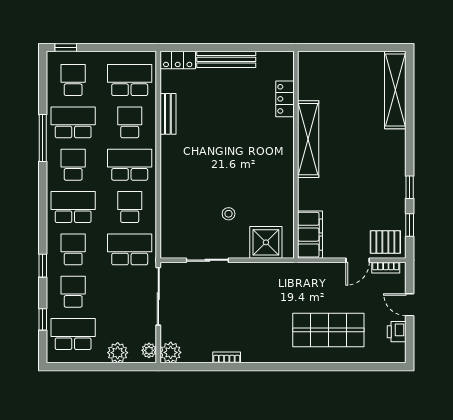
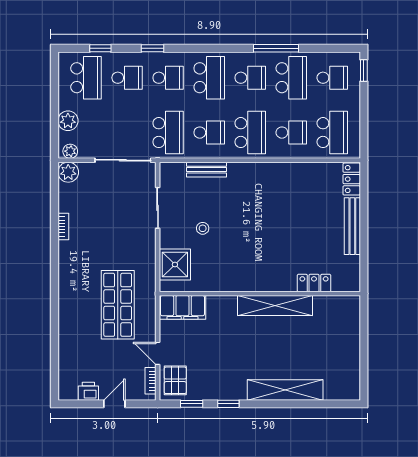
shelving: (395, 90) -> (285, 390), moved
bench: (168, 114) -> (207, 170), moved
shop shelf: (328, 330) -> (118, 305), moved

